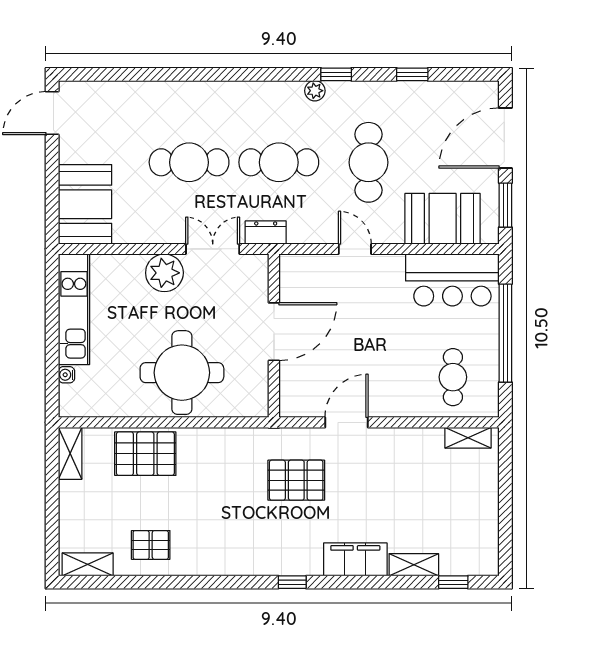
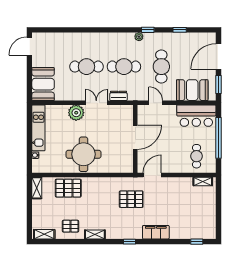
door: (274, 332) -> (135, 137), moved
wall: (274, 336) -> (135, 139), moved
shelving: (414, 565) -> (95, 234), moved

